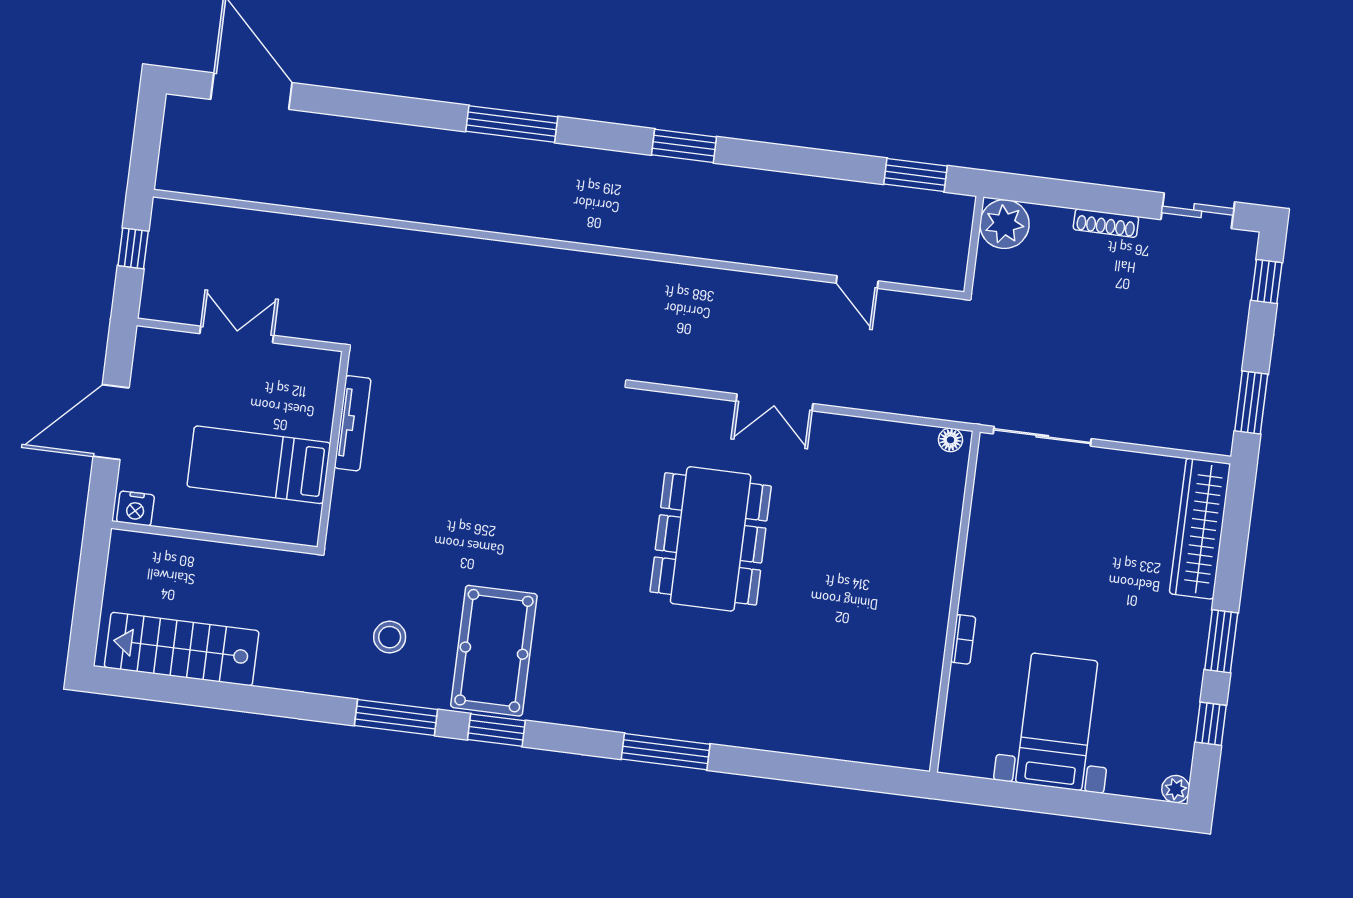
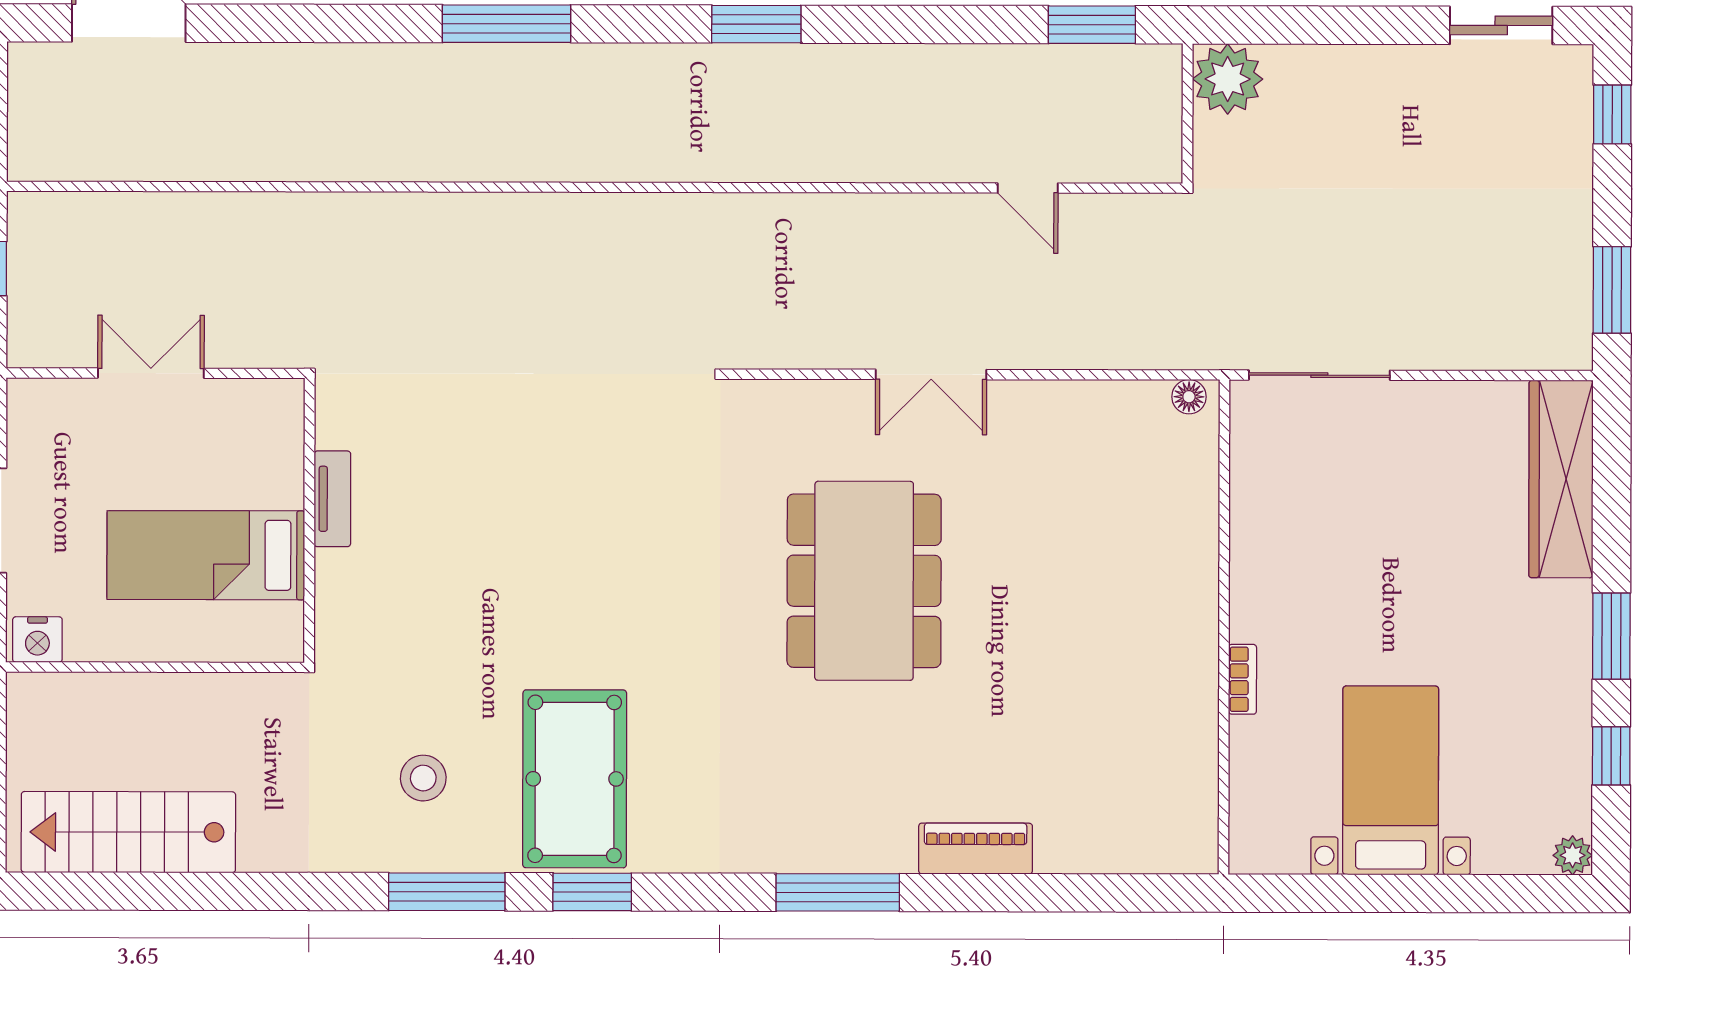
shoe rack: (1106, 223) -> (1372, 59), removed
tv unit: (353, 423) -> (332, 499), width x0.71
piano: (764, 733) -> (976, 849), added

